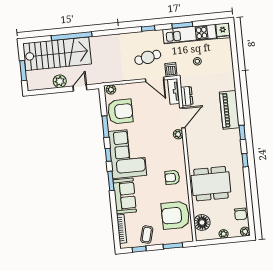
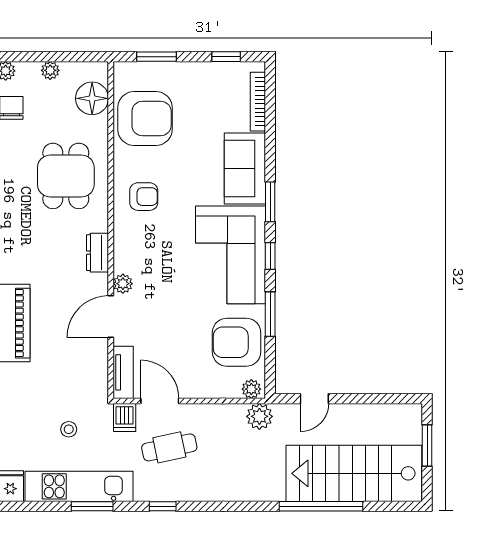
plant: (60, 81) -> (259, 416), moved
dresser: (187, 96) -> (98, 253), moved
dining table: (211, 184) -> (66, 176), width x0.73
coffee table: (147, 235) -> (208, 85), removed

